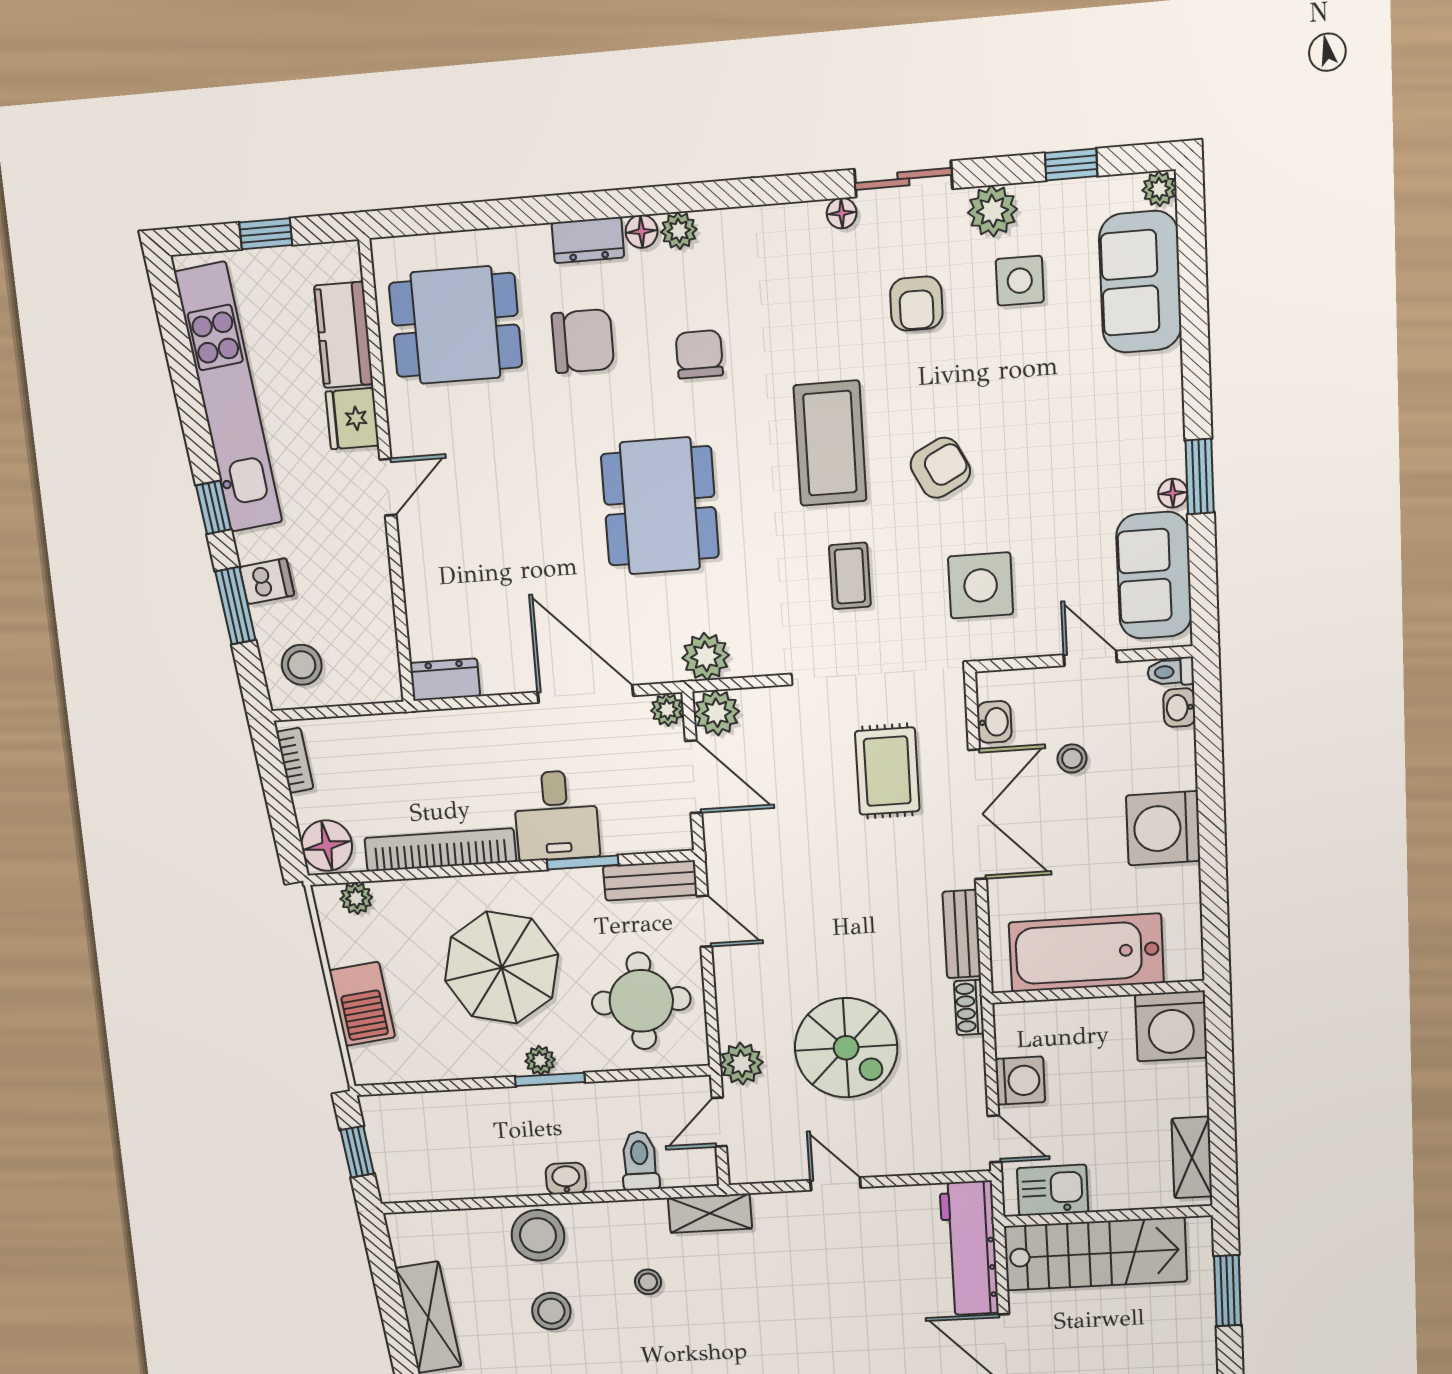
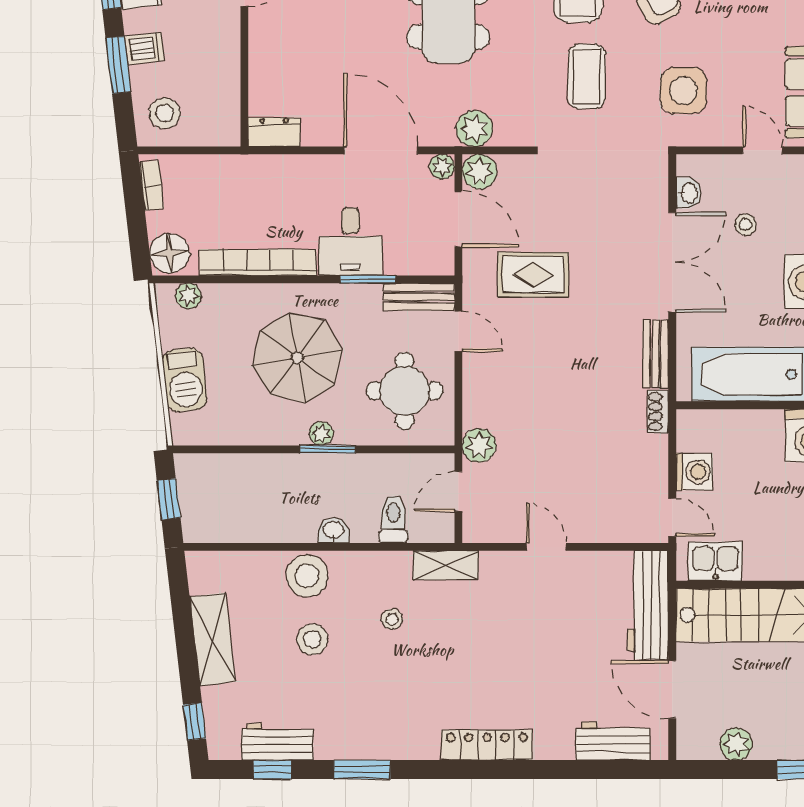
coffee table: (850, 576) -> (587, 76), width x1.36, depth x1.30
rug: (887, 771) -> (533, 275), moved, turned 90
spiral stairs: (846, 1048) -> (561, 438), removed

